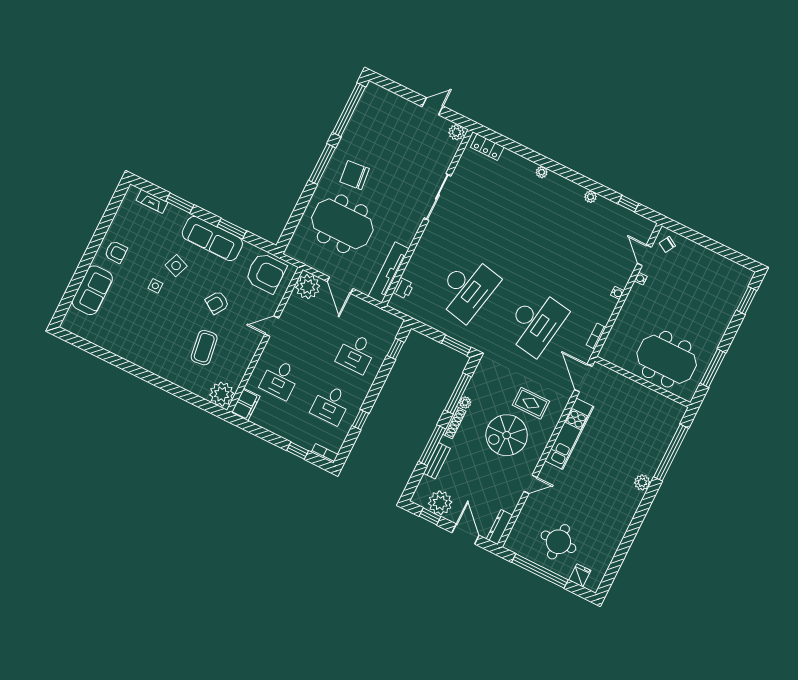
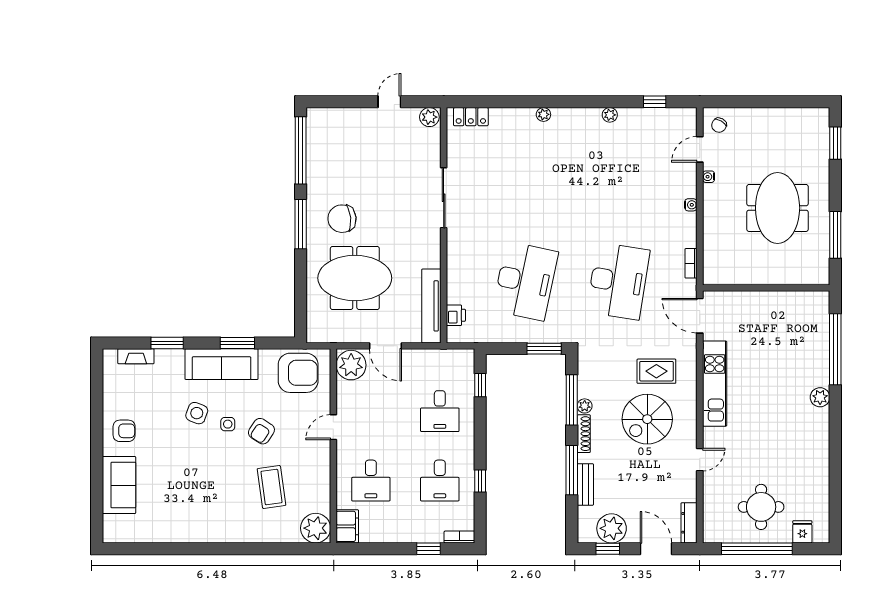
door: (644, 255) -> (700, 149), hinge flipped
side table: (155, 286) -> (228, 424), moved
meeting table: (667, 359) -> (778, 208), moved, turned 90

